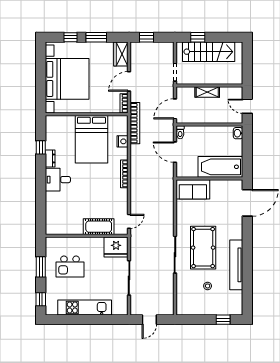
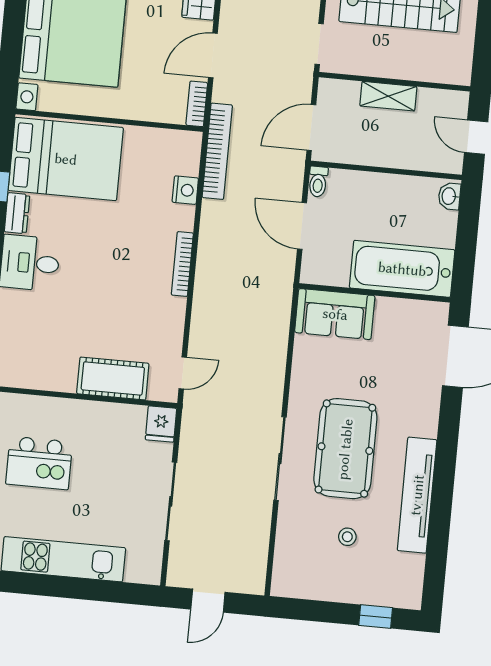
bed: (91, 139) -> (66, 159), moved, turned -90
fridge: (116, 247) -> (161, 424), width x0.53, depth x0.75

